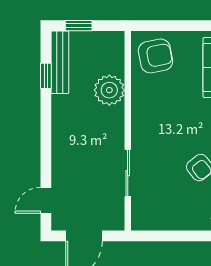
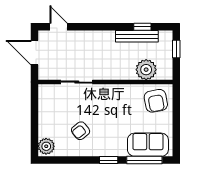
bench: (60, 62) -> (137, 36), moved
plant: (109, 90) -> (146, 70), moved

